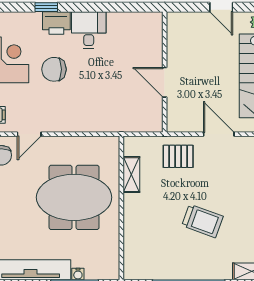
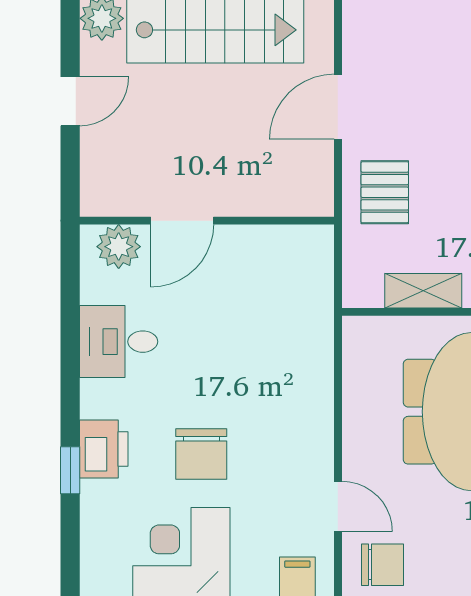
desk: (89, 30) -> (119, 342), moved
plant: (152, 30) -> (119, 247), added
door: (165, 82) -> (182, 221), moved

